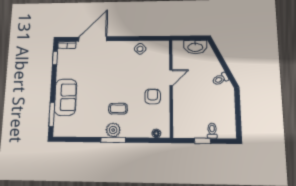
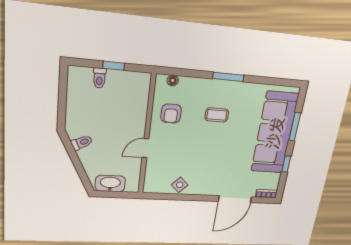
window: (55, 58) -> (286, 164), moved
armchair: (153, 96) -> (171, 113), moved
sofa: (66, 97) -> (275, 133), width x1.85, depth x1.27
window: (52, 114) -> (295, 127), moved
plant: (113, 130) -> (227, 89), removed

